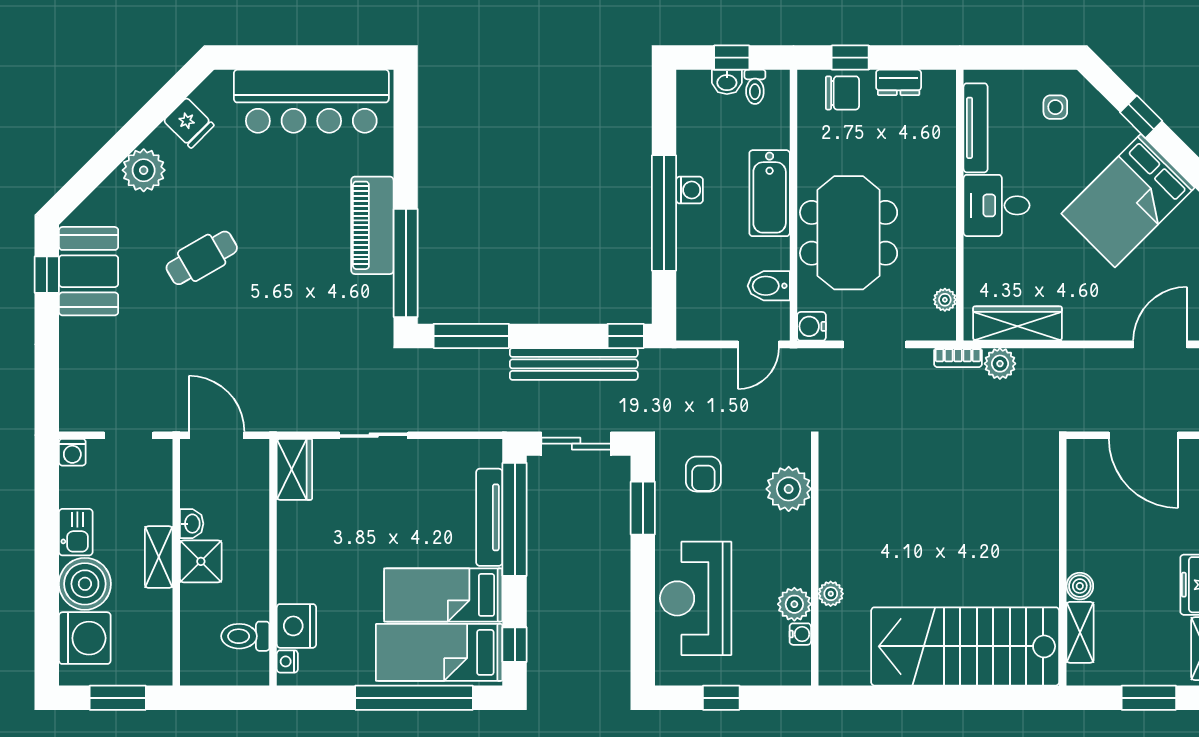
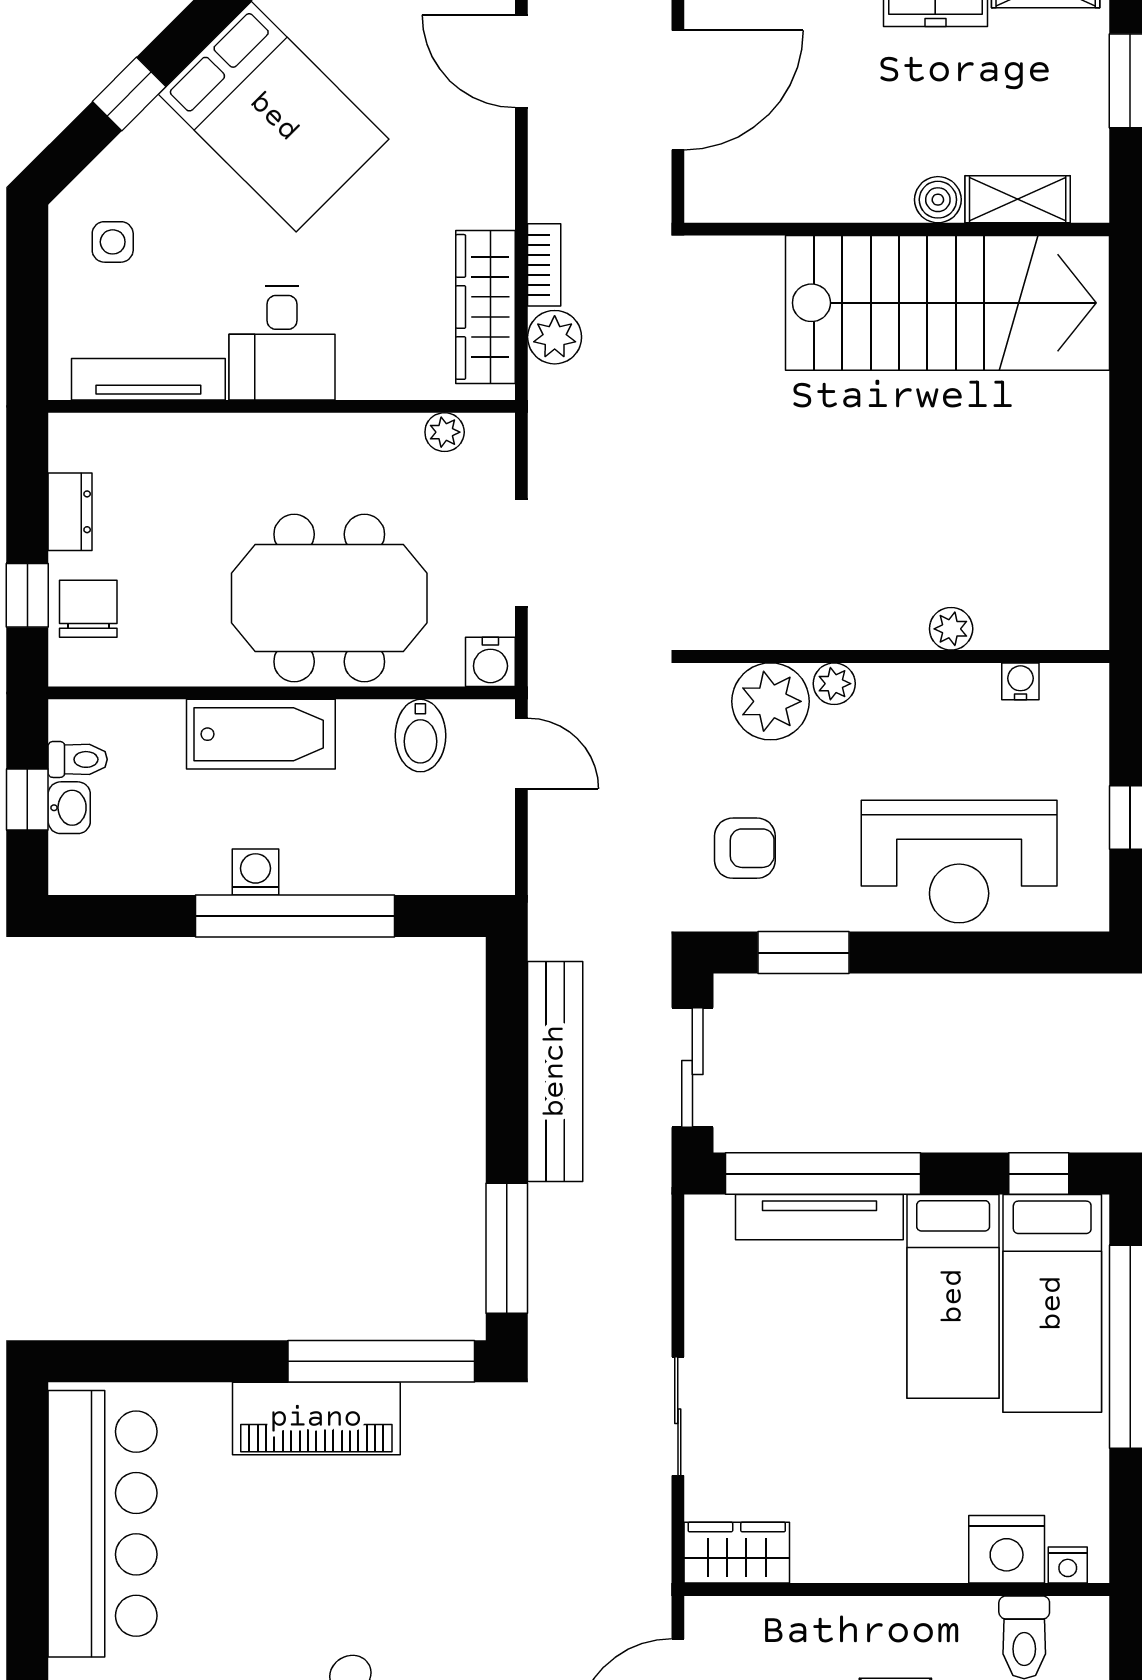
window: (626, 336) -> (507, 982), removed
bookcase: (958, 358) -> (544, 265), moved
plant: (794, 604) -> (834, 684), moved, width x0.73, depth x0.73
stairs: (965, 646) -> (947, 303), moved, turned -90

